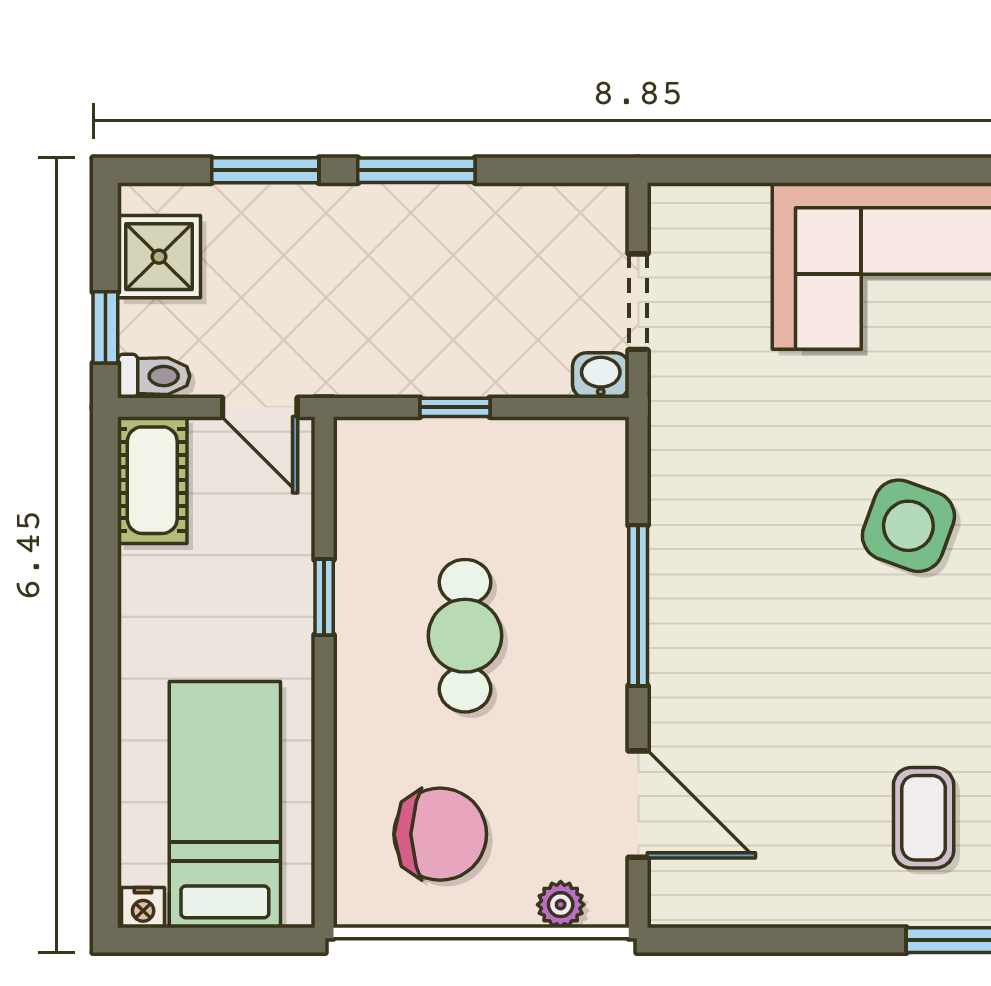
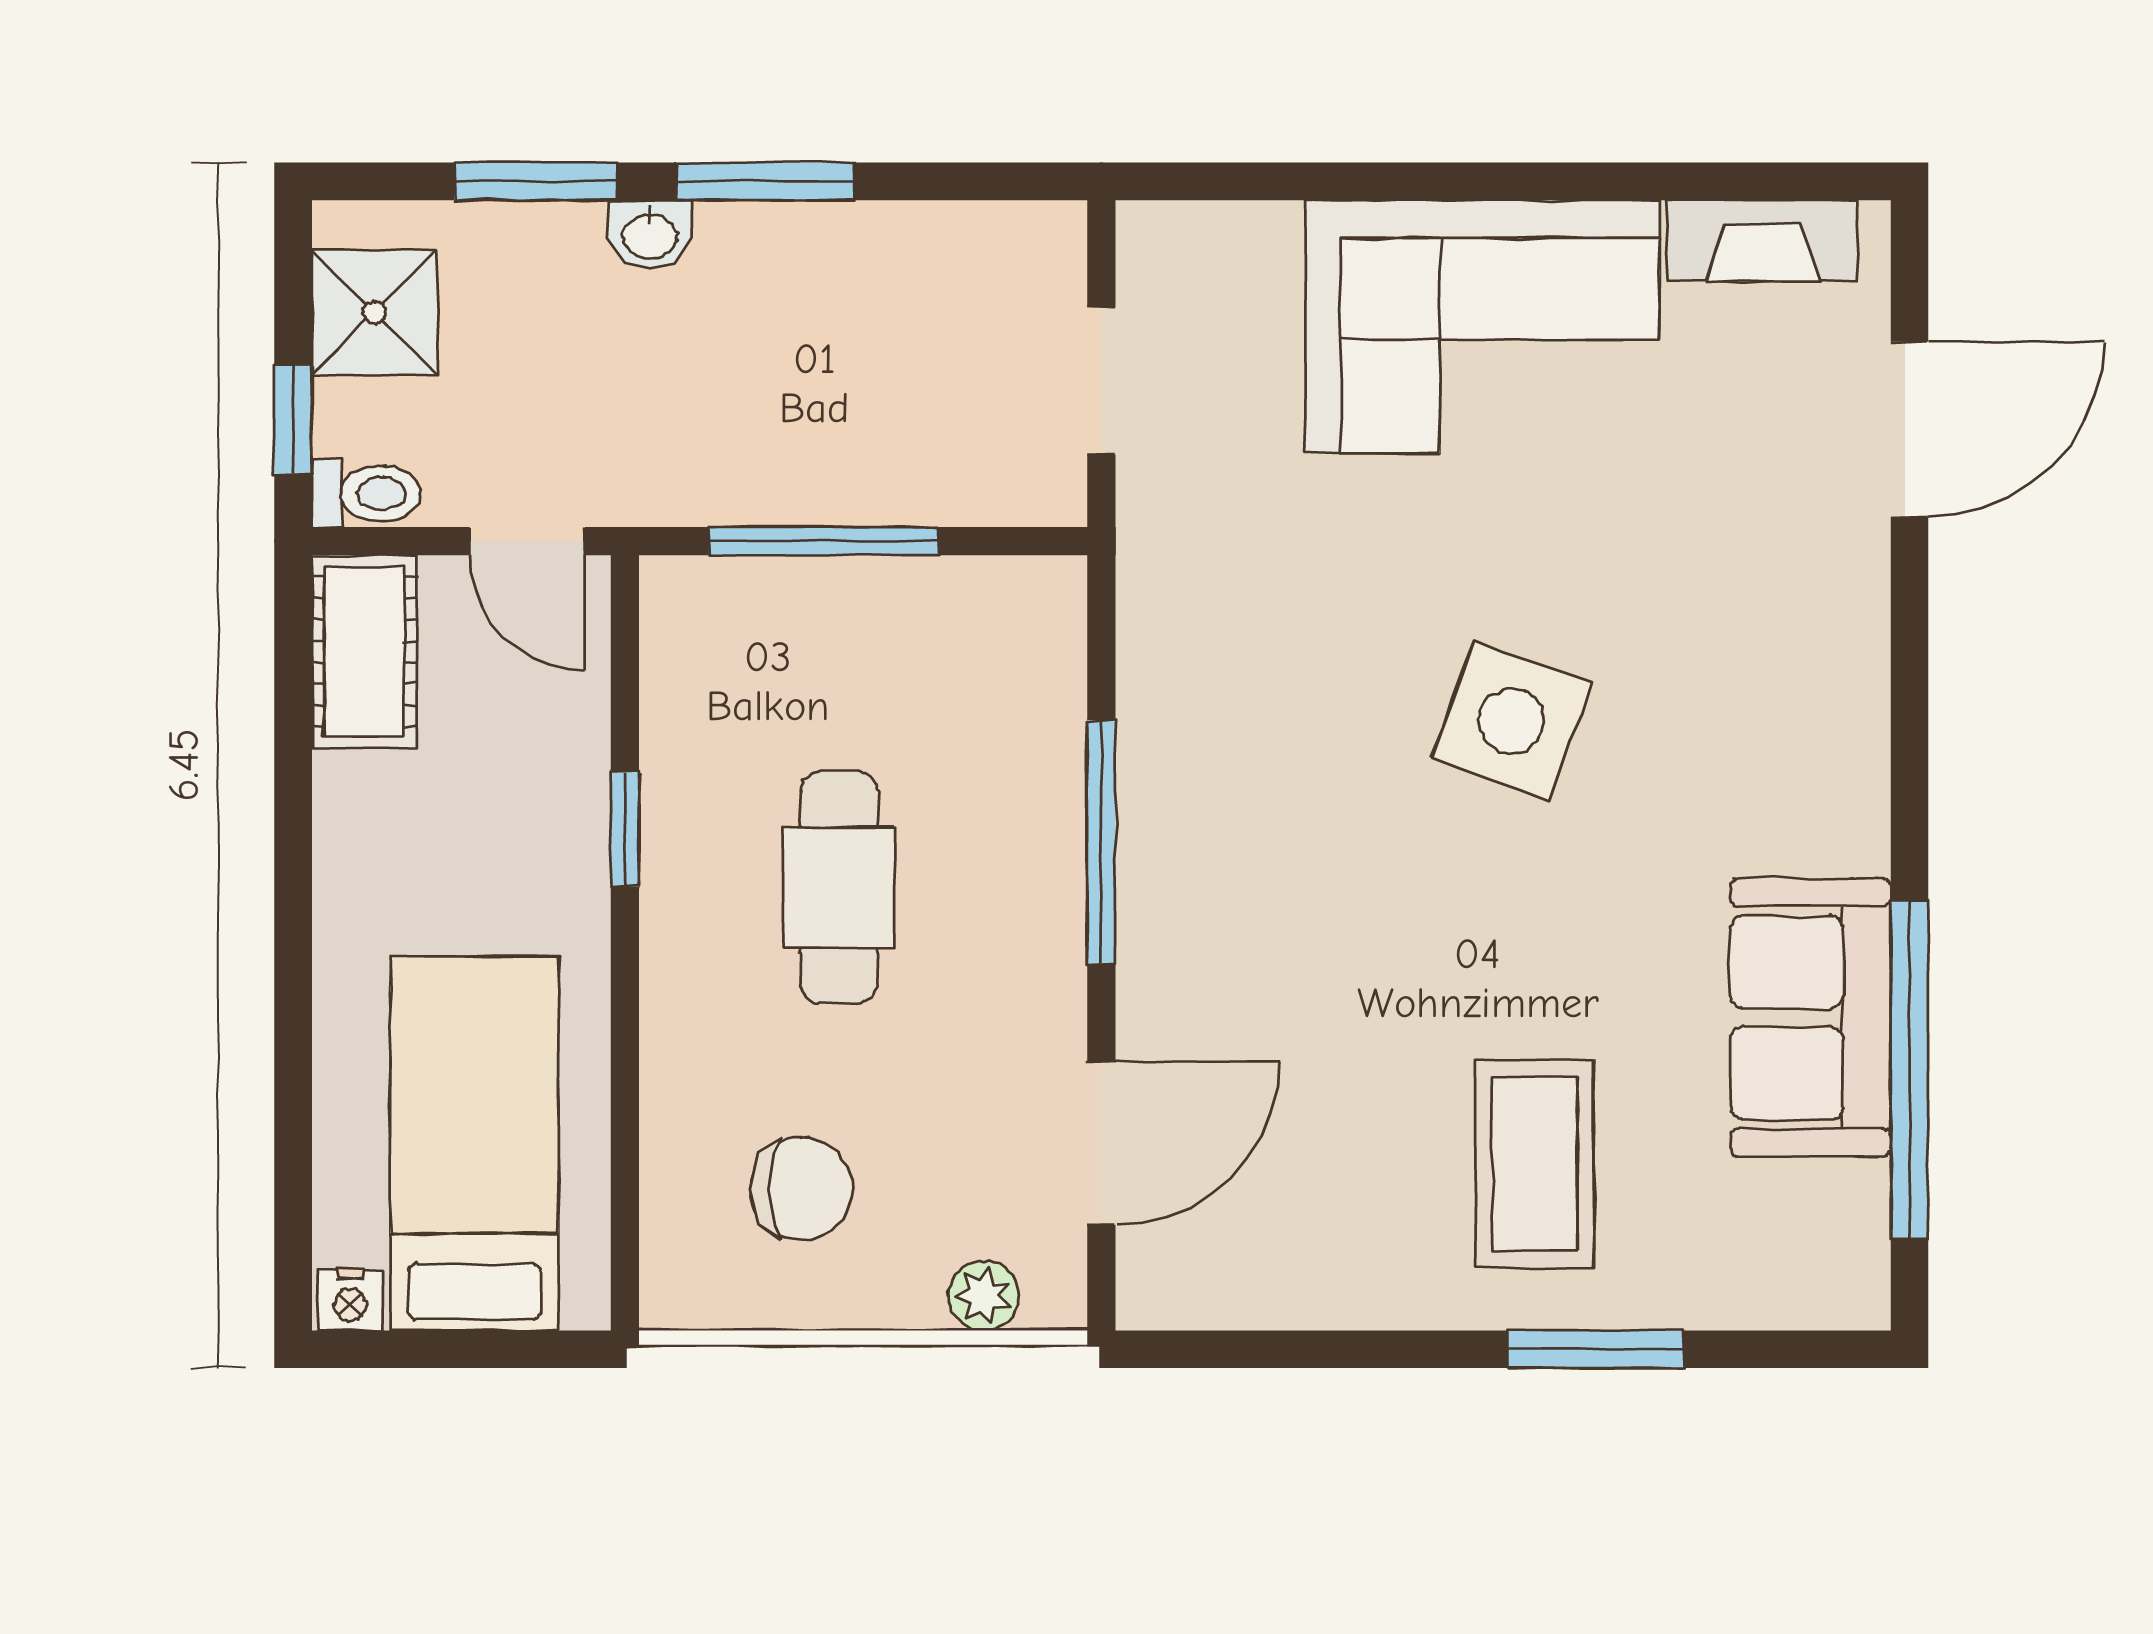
washbasin: (601, 375) -> (650, 235), moved, turned 180
window: (455, 407) -> (824, 541), width x2.17
door: (638, 804) -> (1101, 1143), hinge flipped
coffee table: (924, 818) -> (1534, 1164), width x1.36, depth x1.30
chair: (440, 834) -> (801, 1189), width x0.73, depth x0.73

